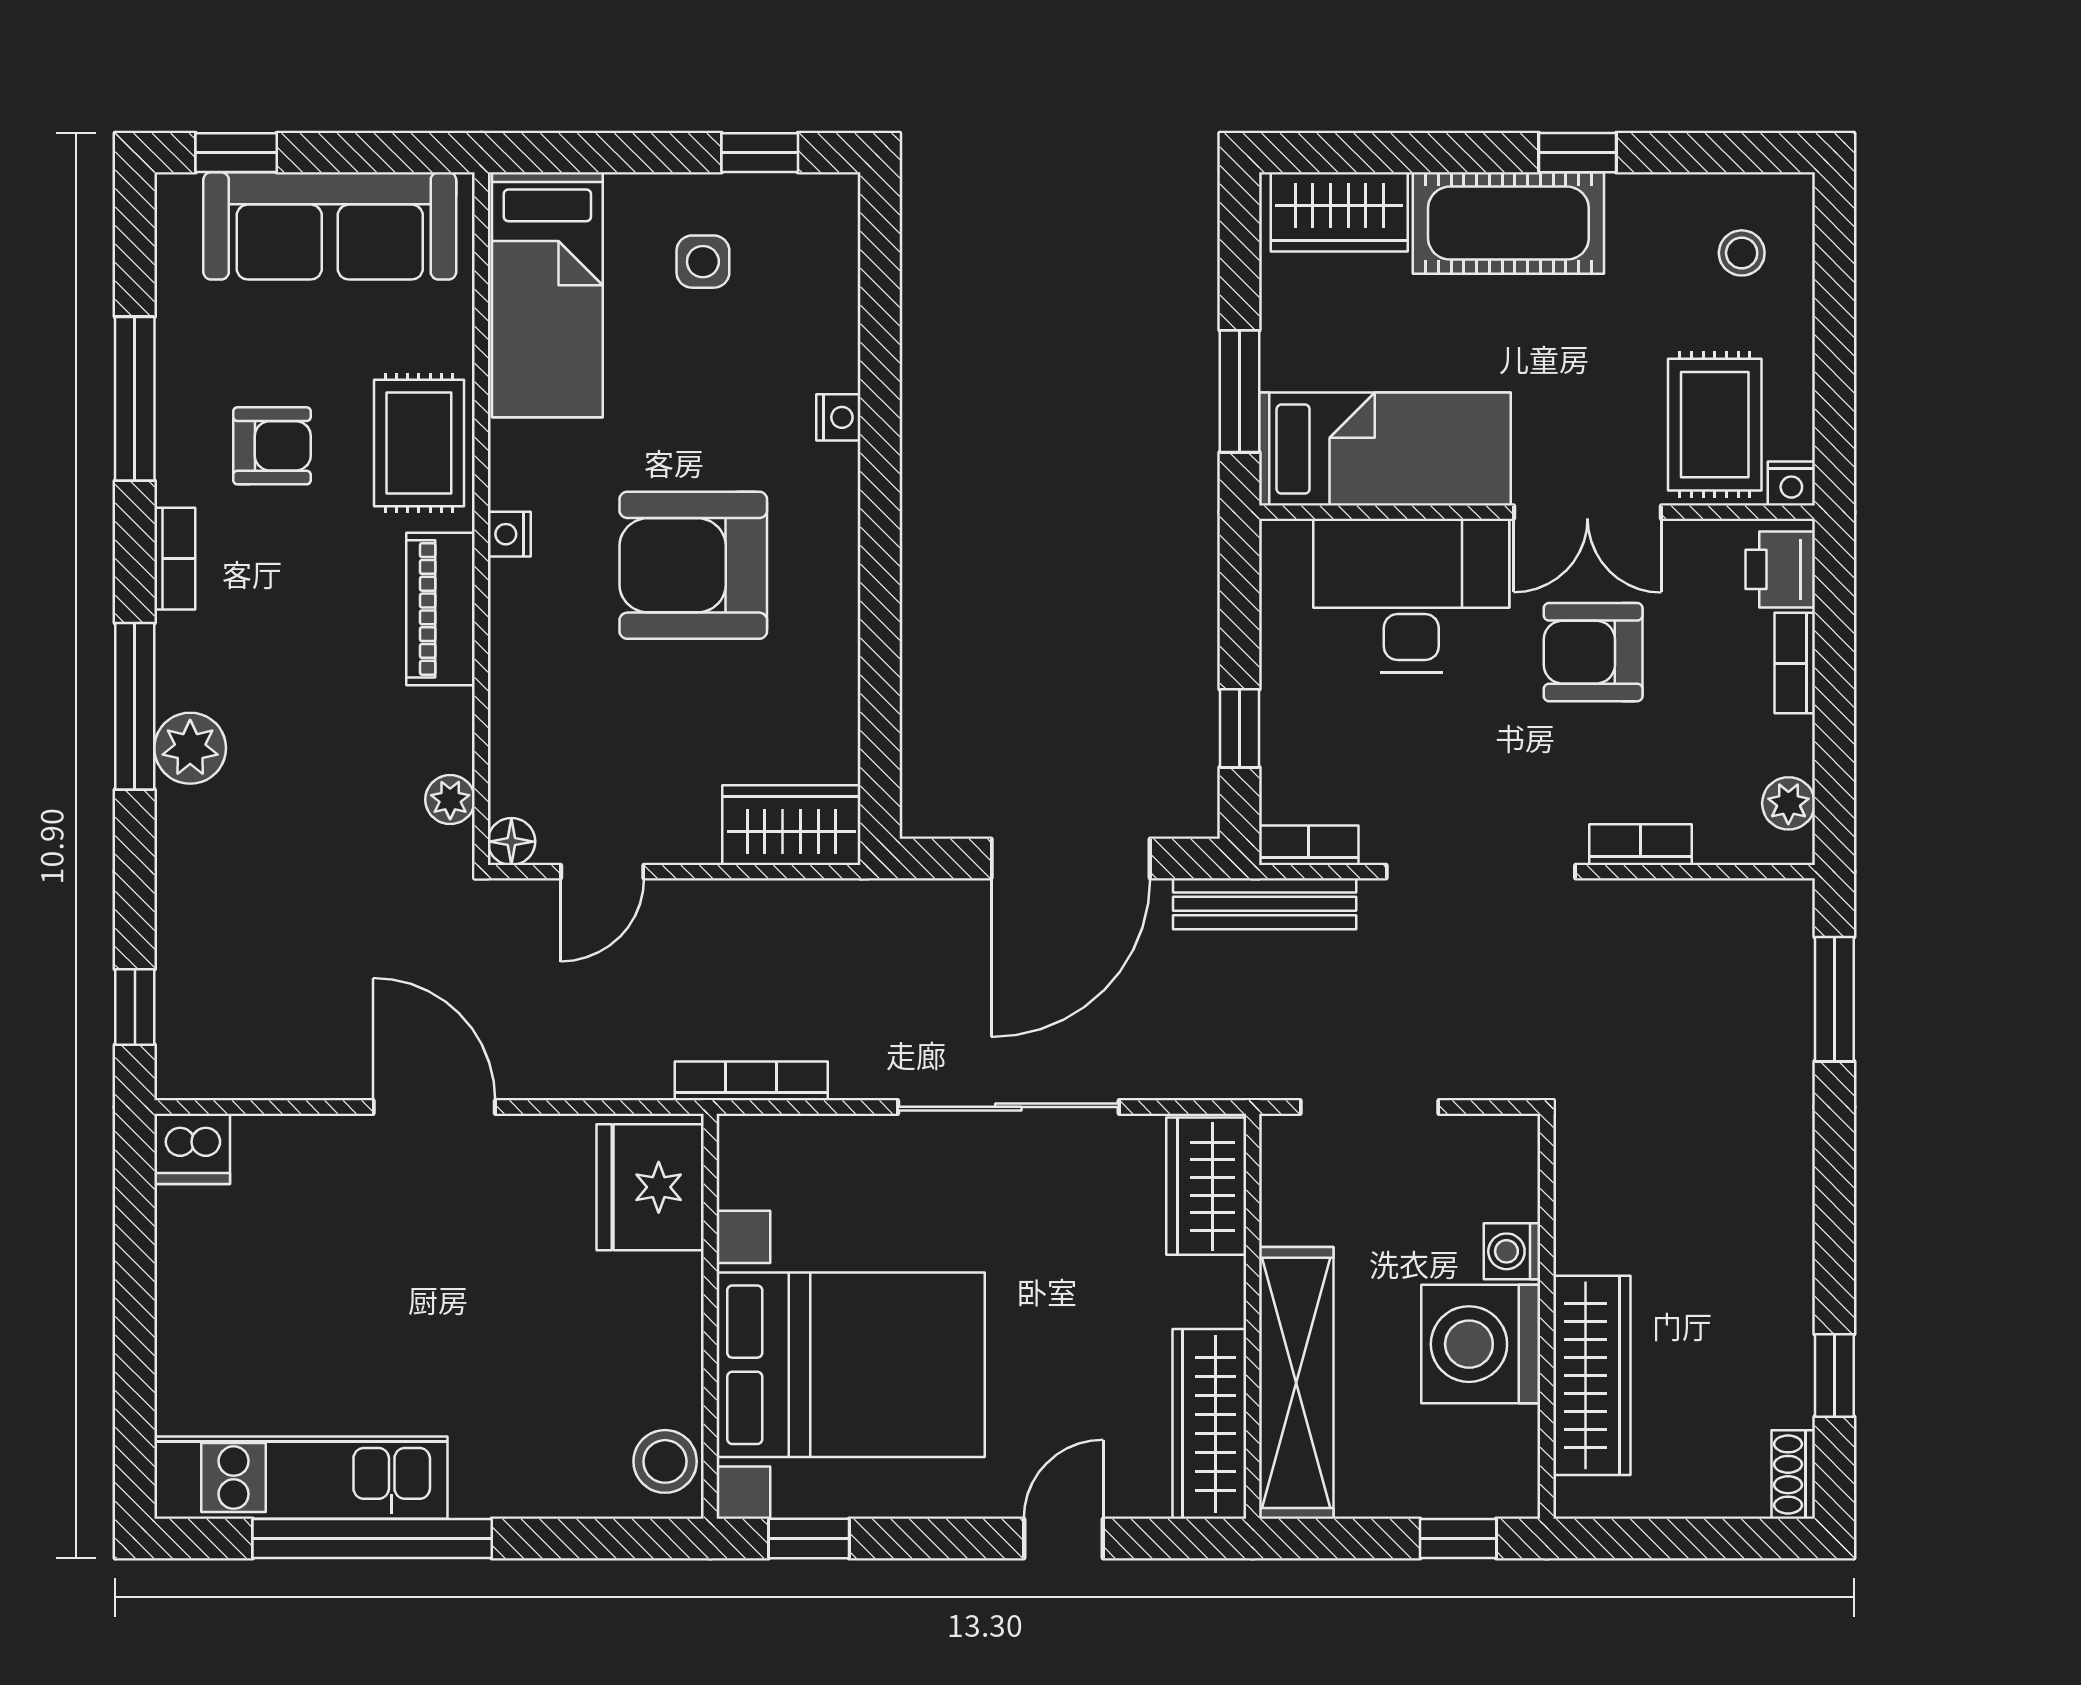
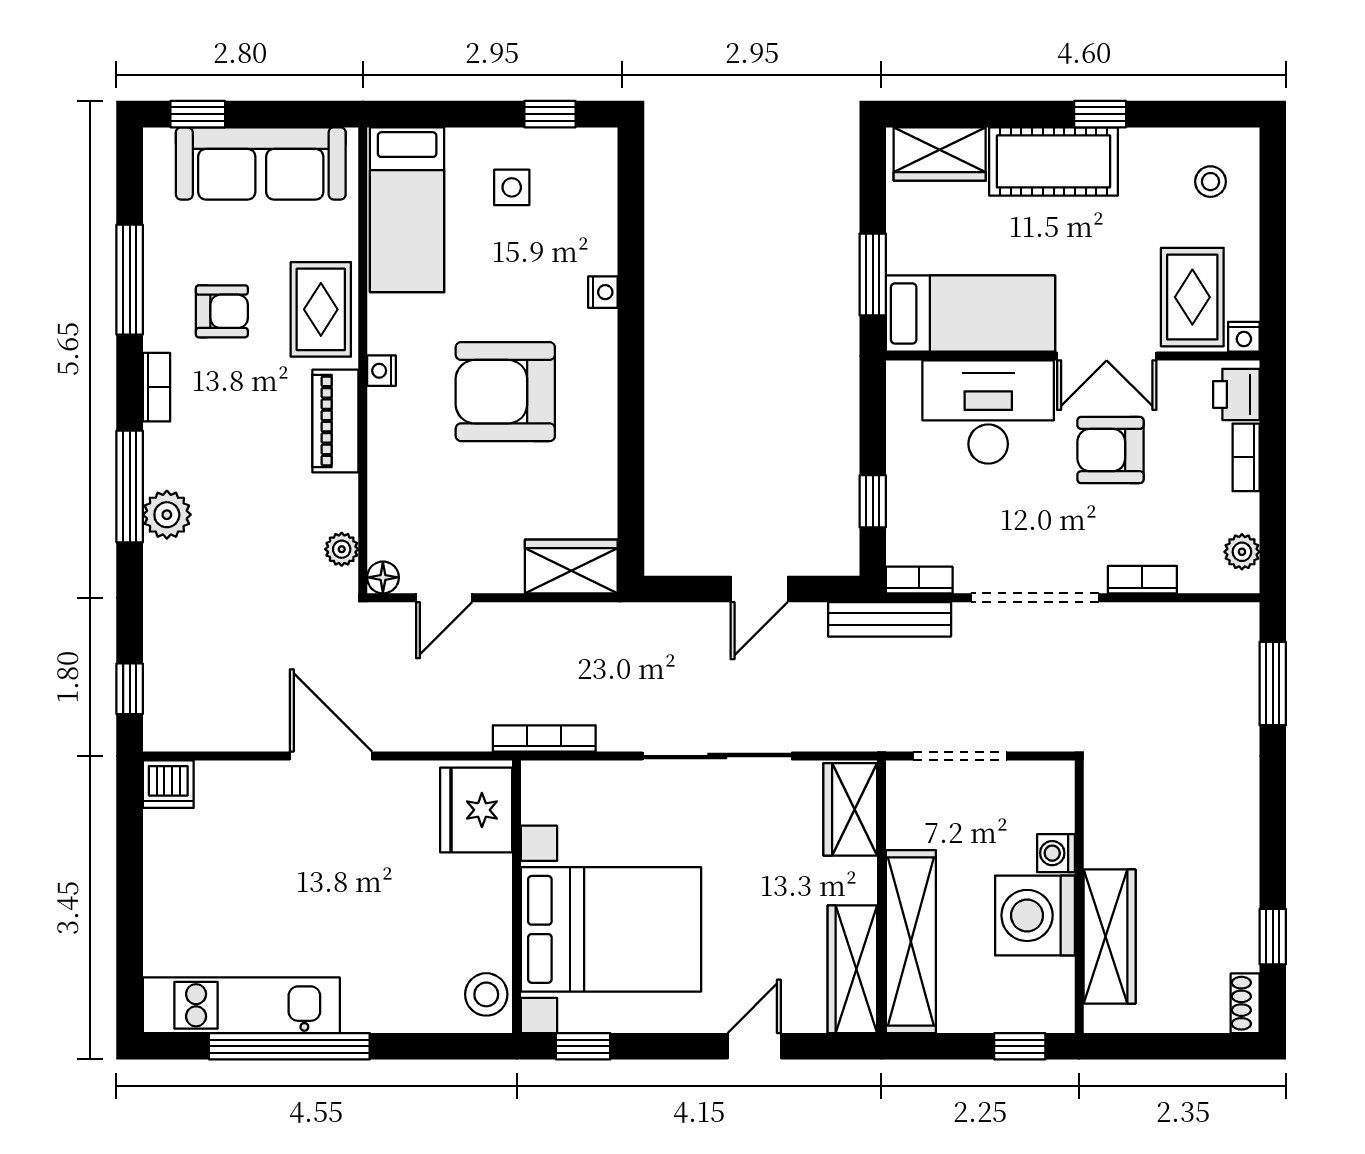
door: (1071, 859) -> (759, 589), width x0.53

